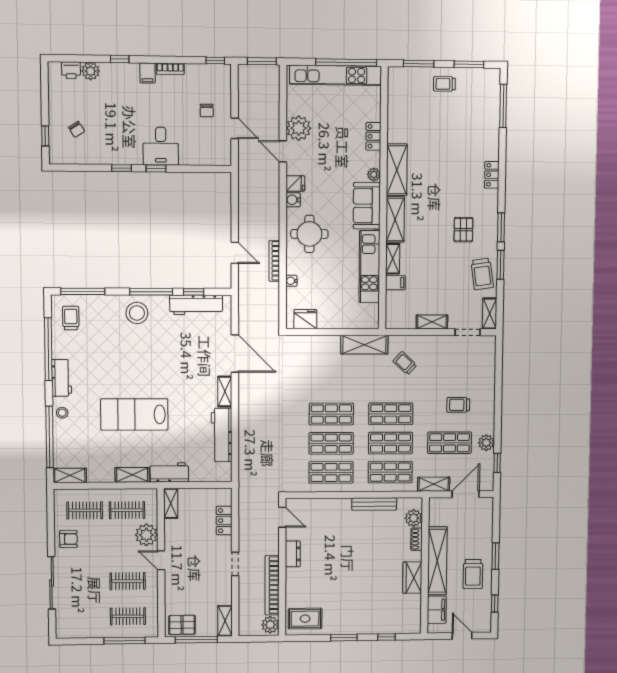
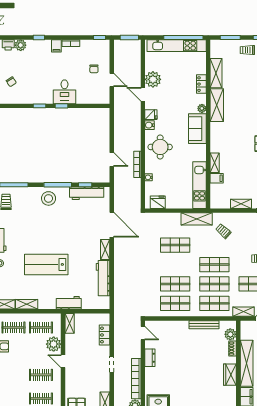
shelving: (395, 219) -> (216, 73), moved
kitchen unit: (369, 267) -> (199, 185), moved
shop shelf: (331, 414) -> (175, 245), moved
shelving: (132, 475) -> (27, 304), moved

